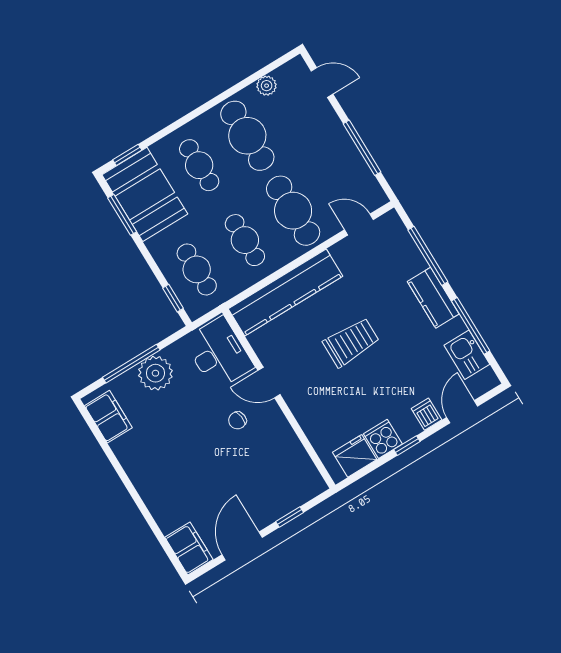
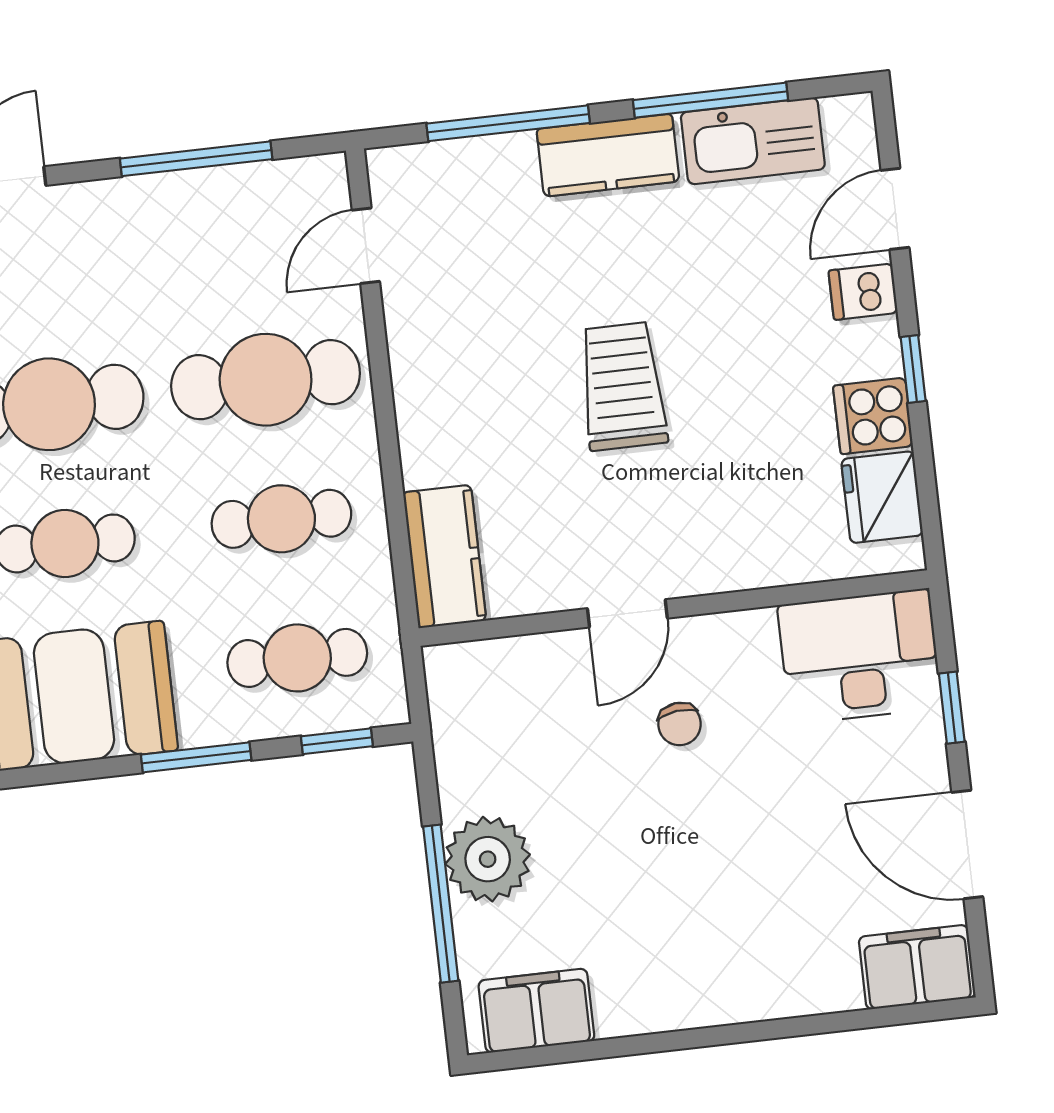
window: (122, 215) -> (196, 757), moved
kitchen counter: (285, 292) -> (445, 556), width x0.48, depth x0.86
desk: (219, 354) -> (860, 656), moved
kitchen sink: (467, 355) -> (753, 141), width x1.38
door: (462, 412) -> (895, 209), hinge flipped

